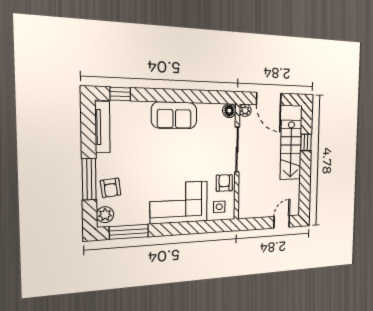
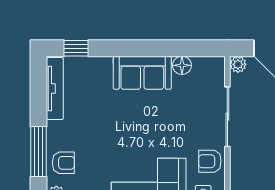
floor lamp: (229, 111) -> (182, 65), moved
armchair: (224, 183) -> (210, 161), turned -90
armchair: (111, 188) -> (63, 163), turned -83

